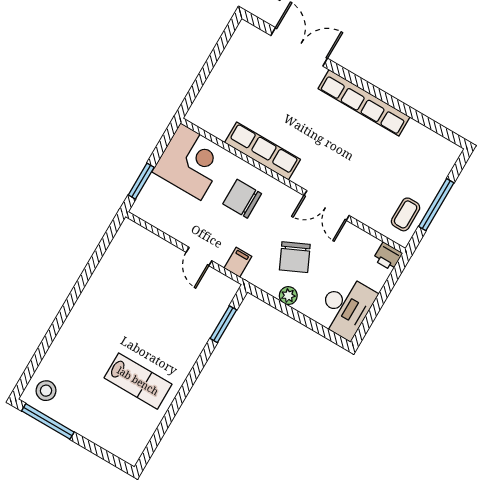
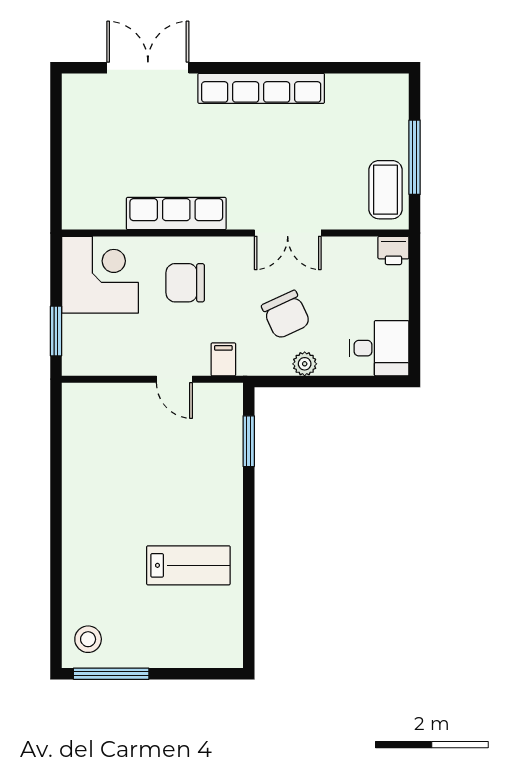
coffee table: (406, 214) -> (386, 190), width x1.36, depth x1.30
desk: (346, 307) -> (379, 348), width x0.73

